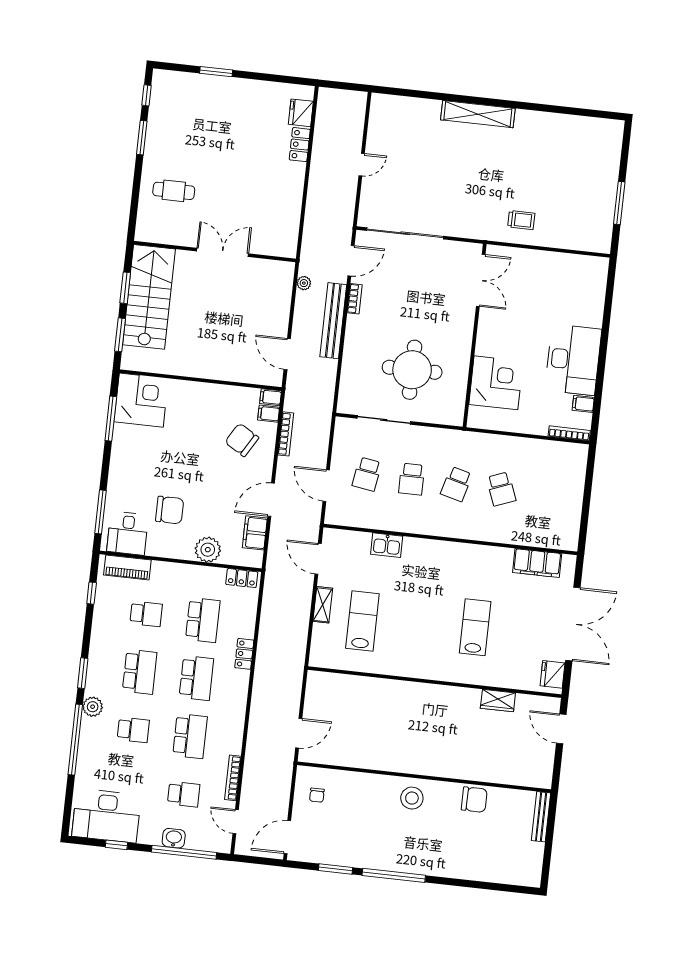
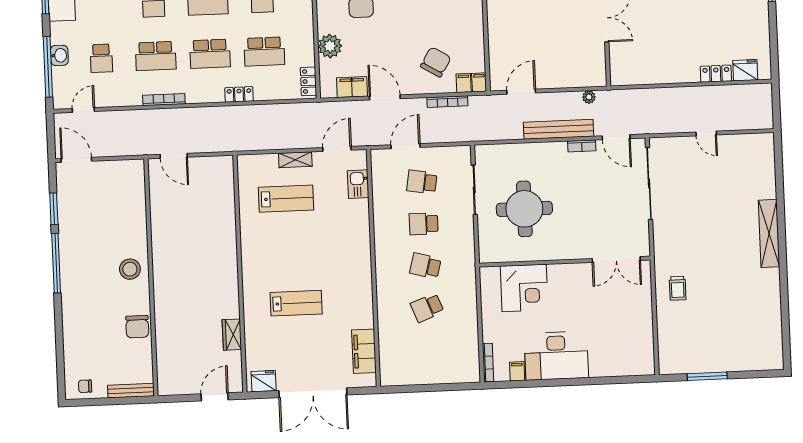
kitchen sink: (387, 545) -> (358, 184), moved
bookcase: (233, 778) -> (164, 100), moved
chair: (317, 795) -> (85, 386), moved

